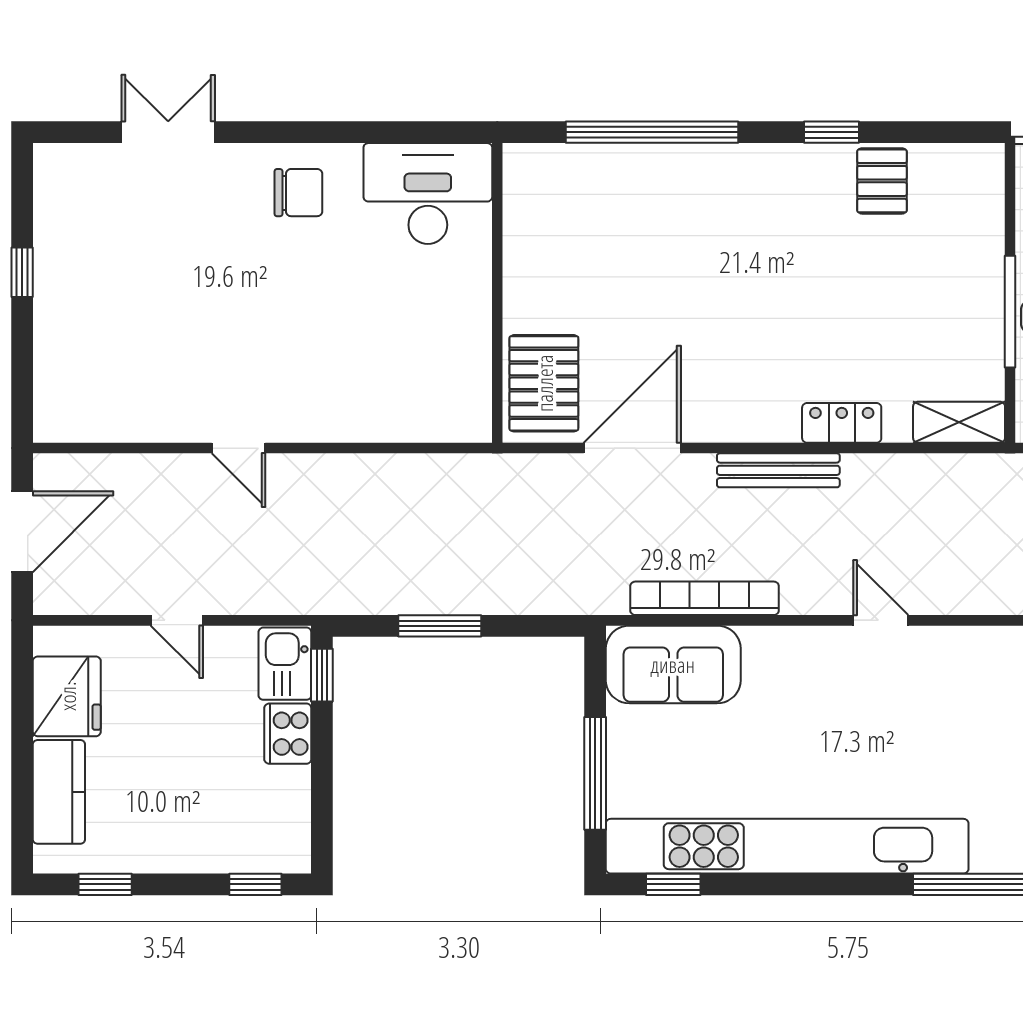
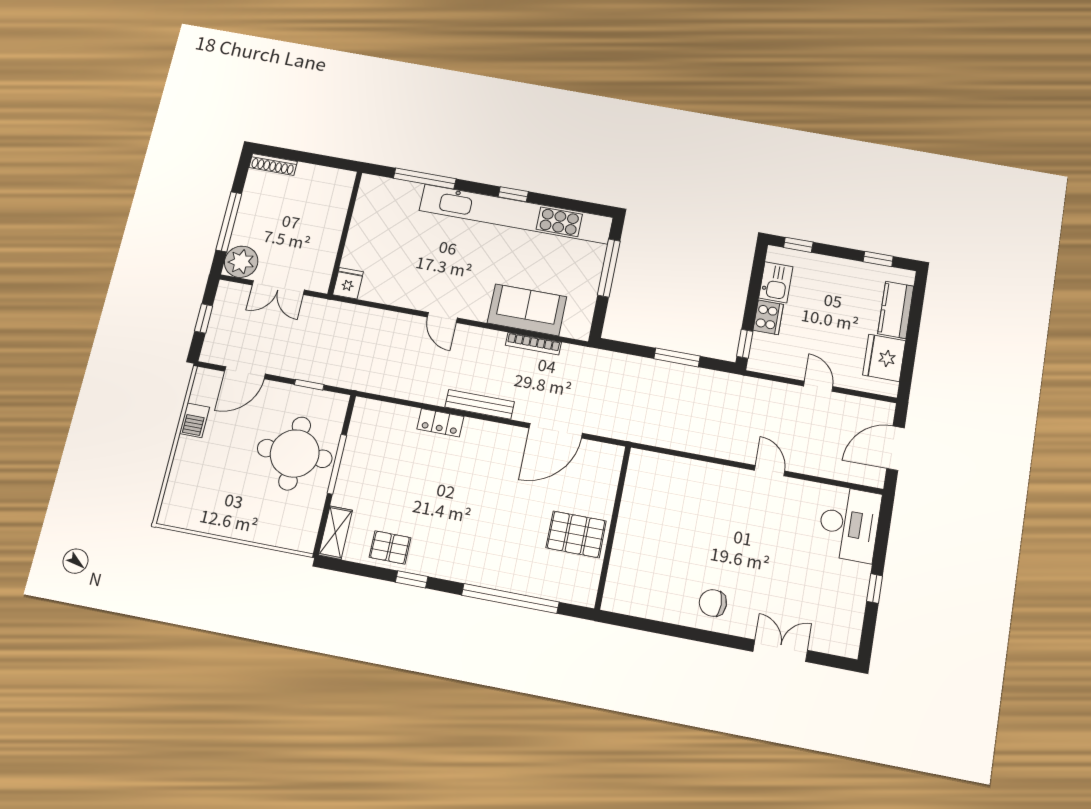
double door: (168, 132) -> (780, 651), swing flipped
pallet: (882, 181) -> (390, 547), turned 90
desk: (428, 194) -> (849, 524), moved, turned -90
pallet: (544, 383) -> (576, 534), moved, turned 90
shelving: (959, 422) -> (335, 533), moved, turned 90
bookcase: (705, 598) -> (533, 344), width x0.68, depth x0.76
kitchen sink: (285, 664) -> (776, 282), moved
sofa: (673, 664) -> (527, 310), moved
window: (673, 884) -> (513, 194), moved

